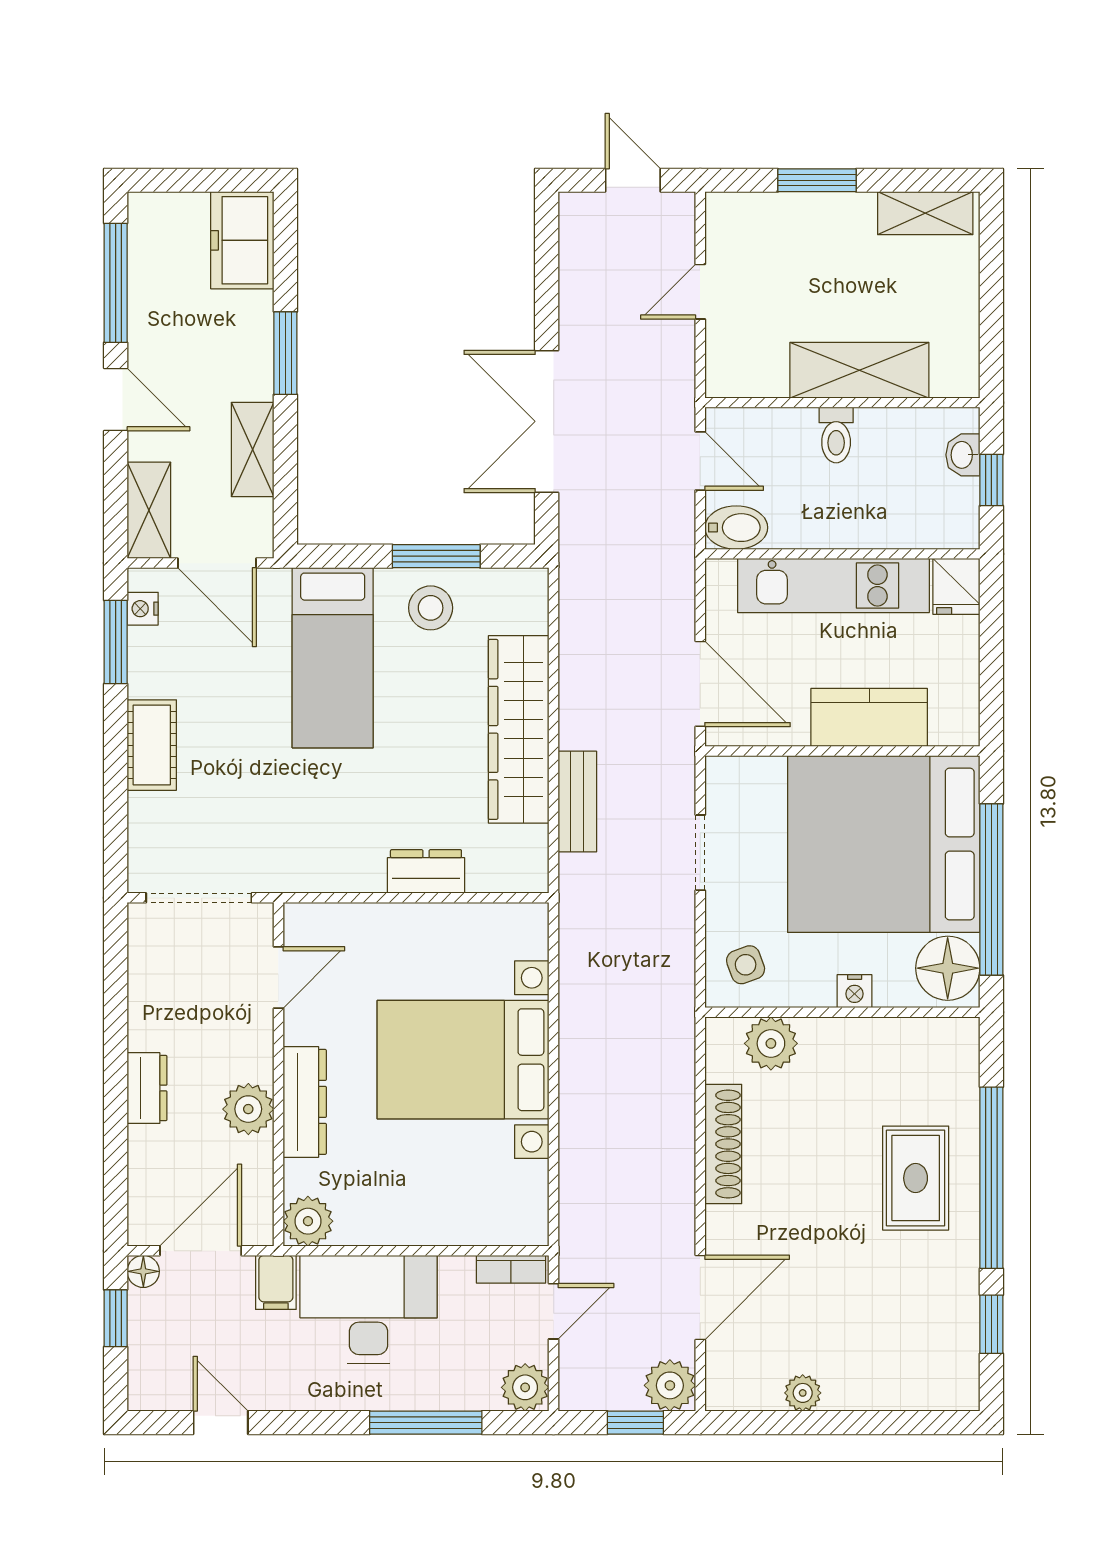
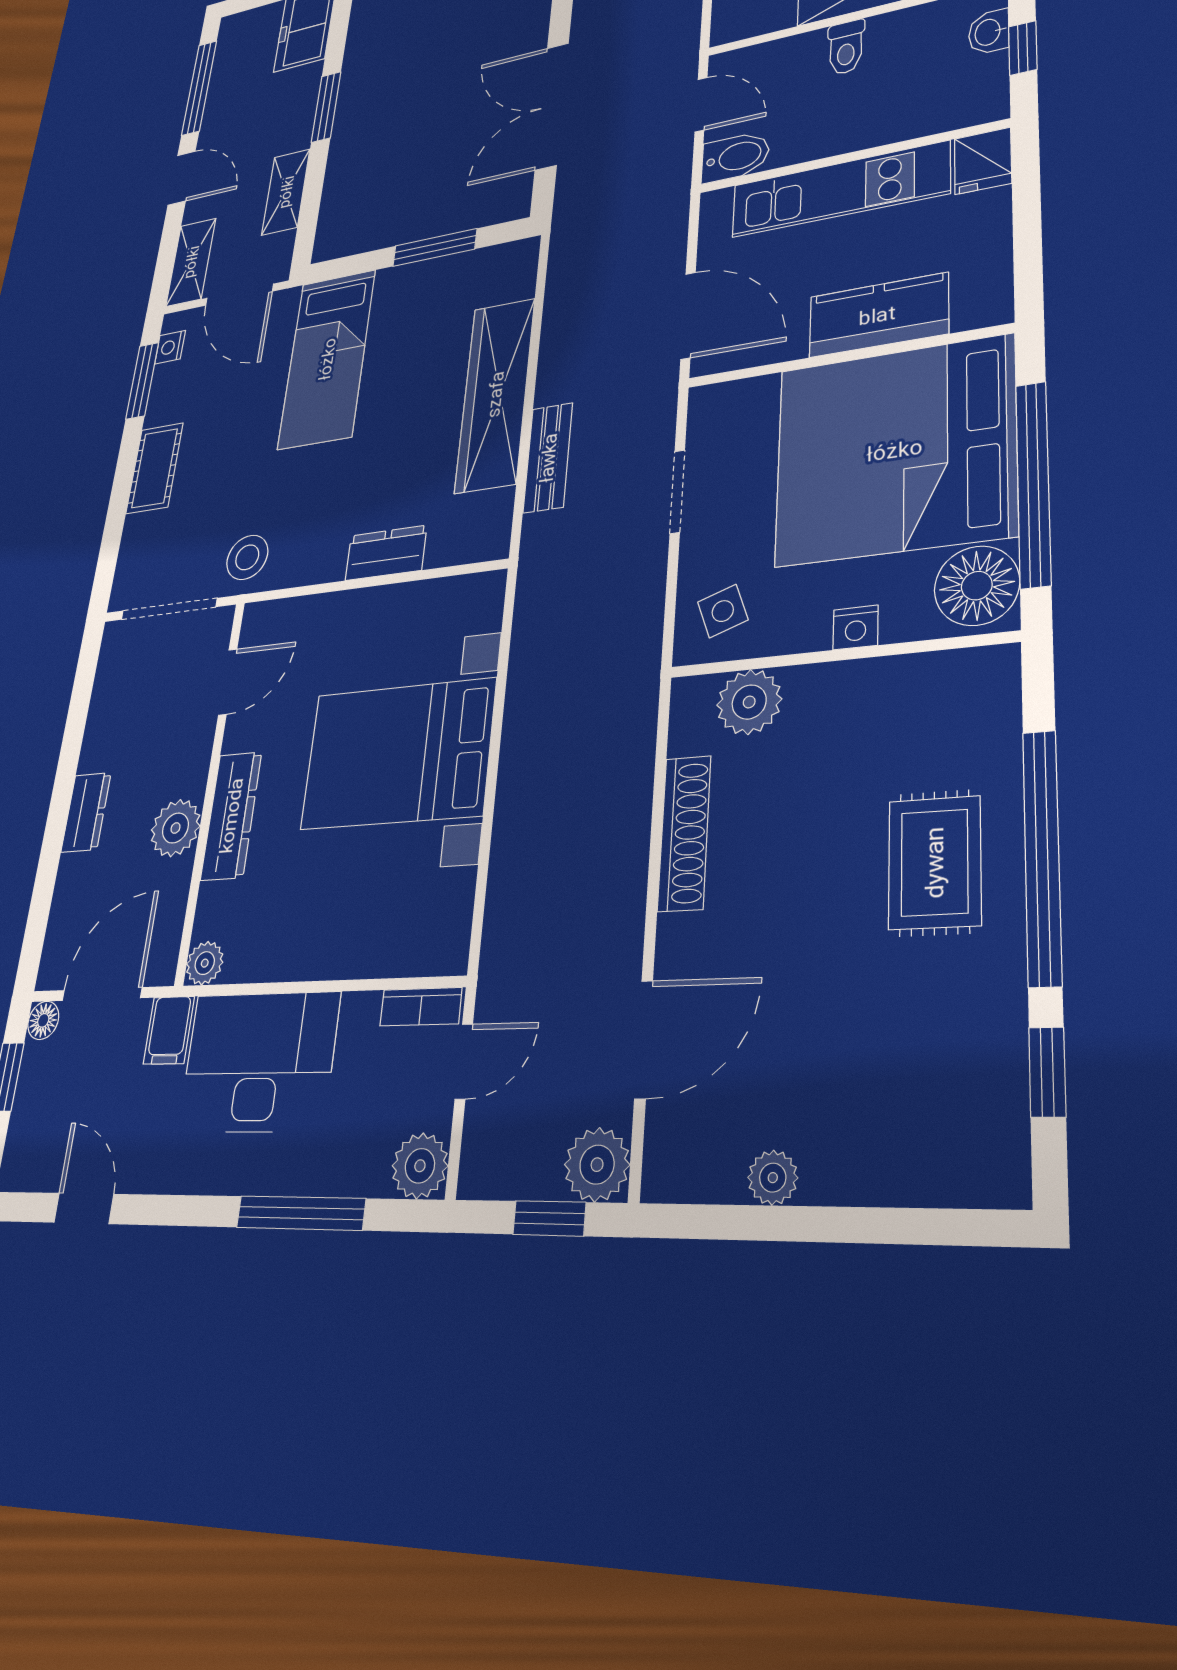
stool: (431, 608) -> (247, 557), moved
plant: (308, 1221) -> (205, 963), width x0.73, depth x0.73

